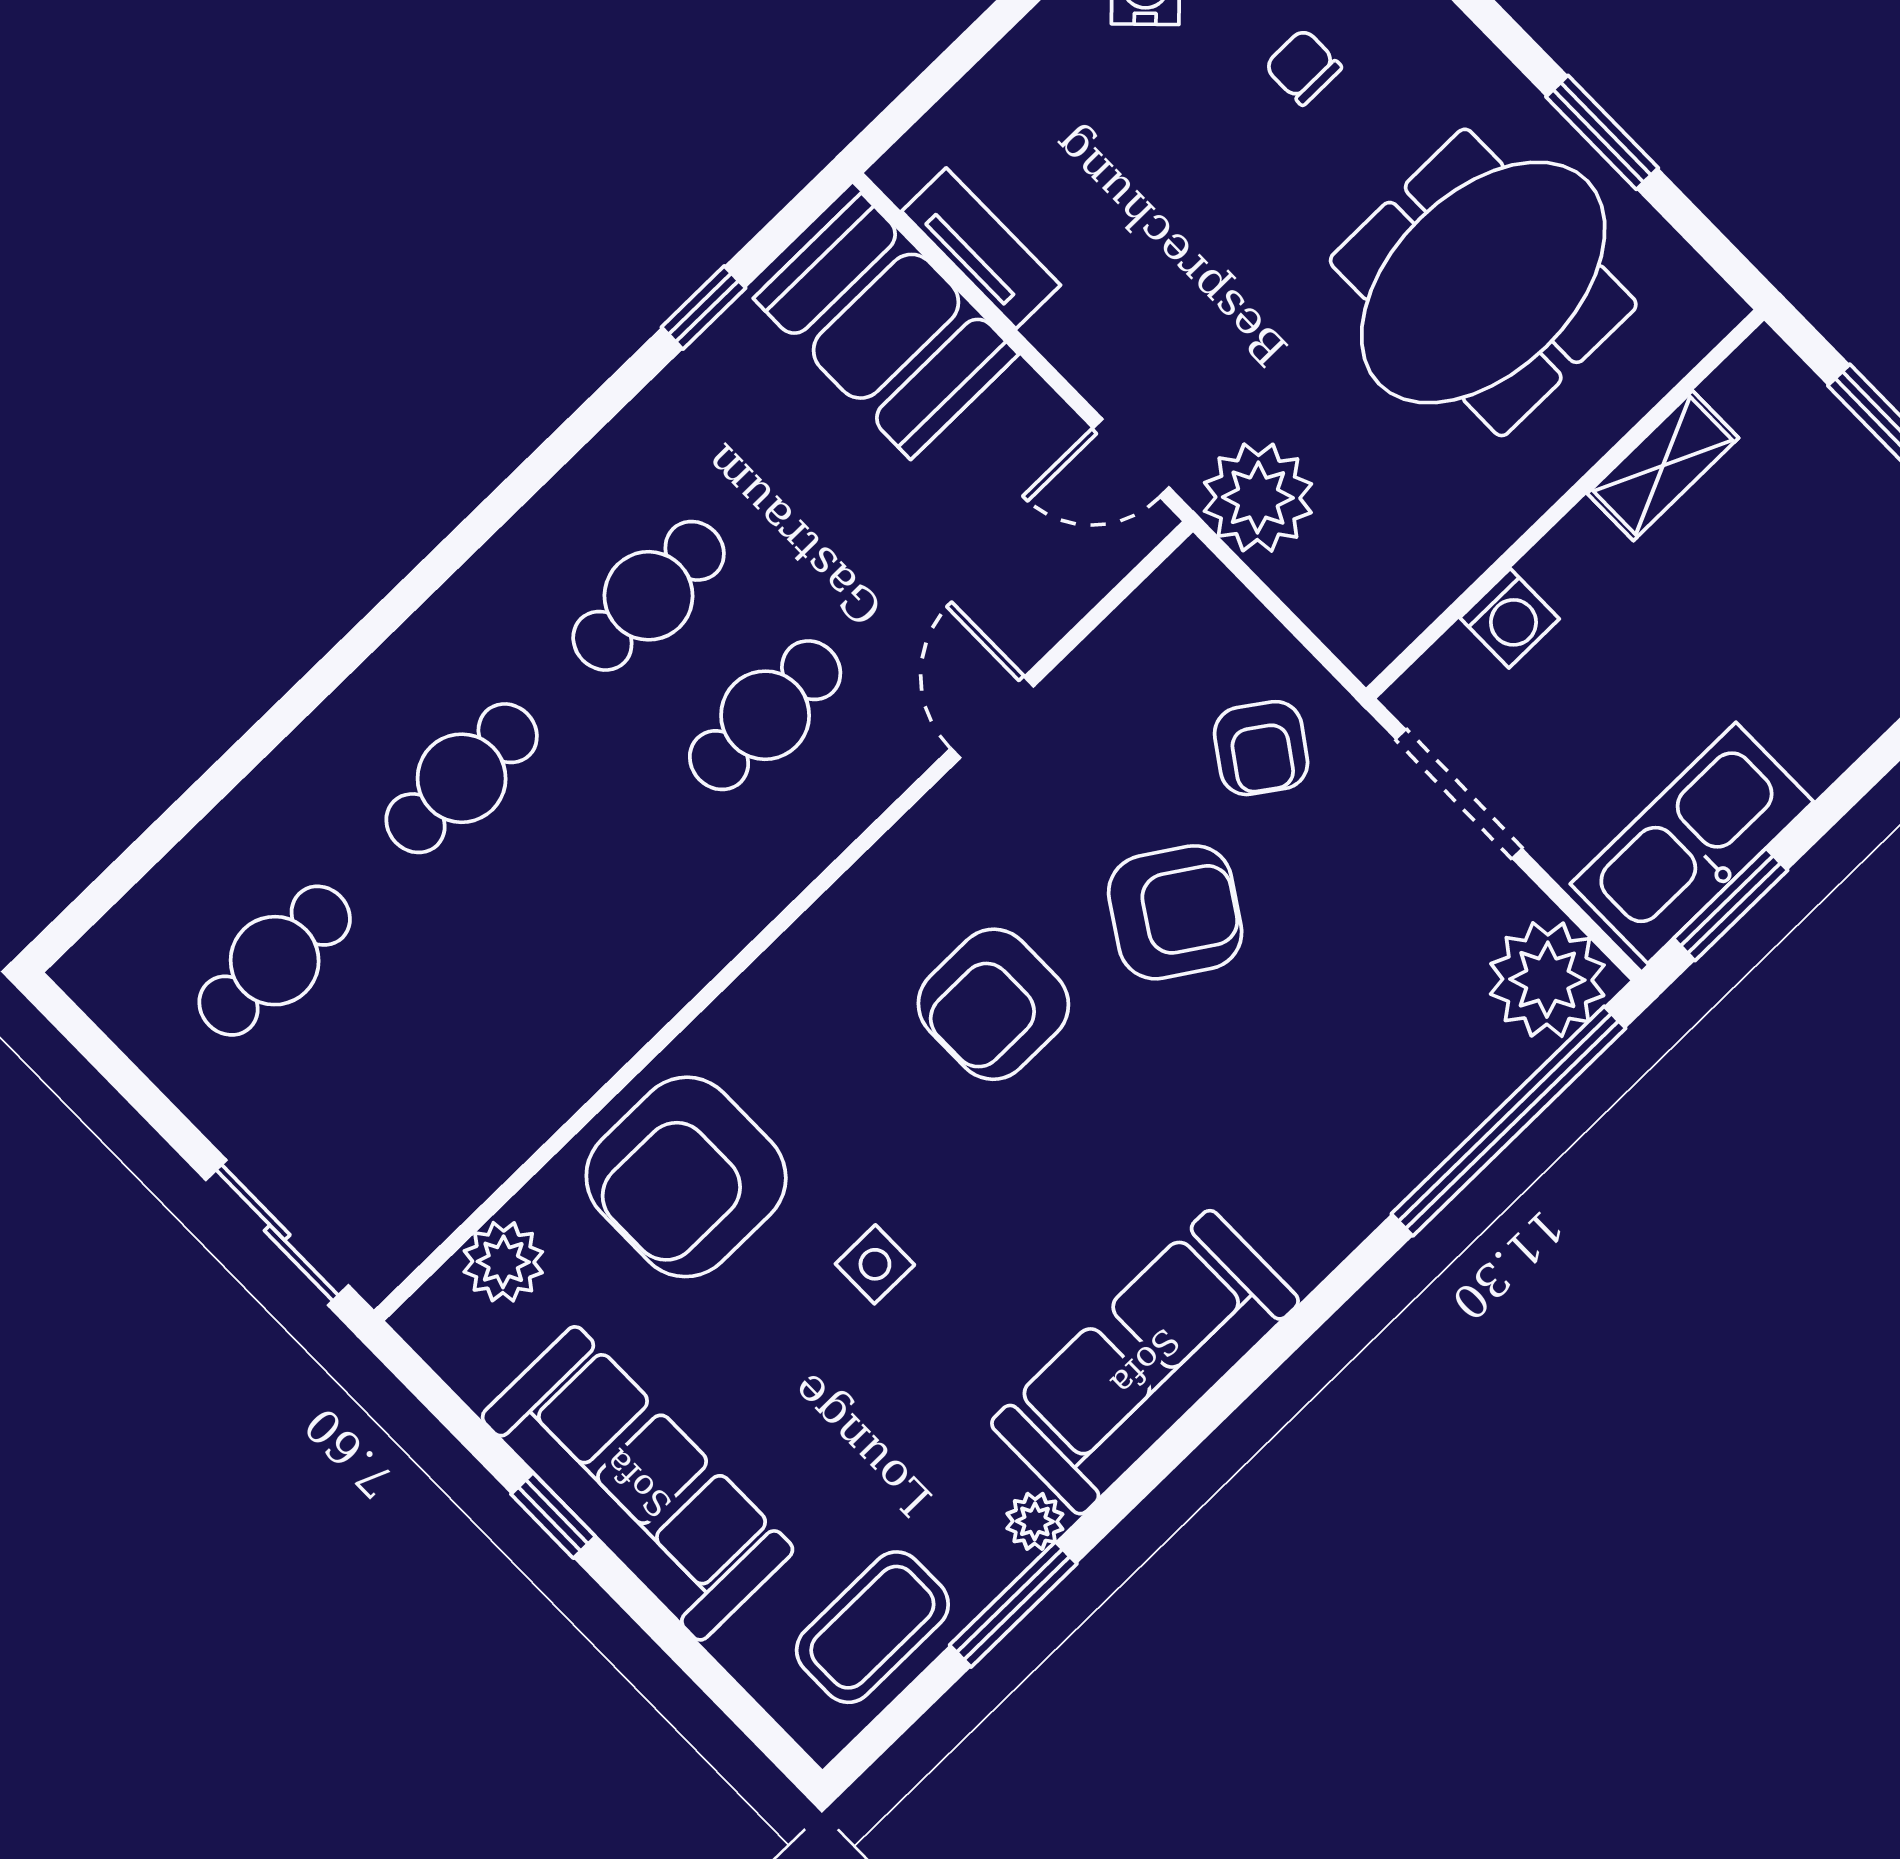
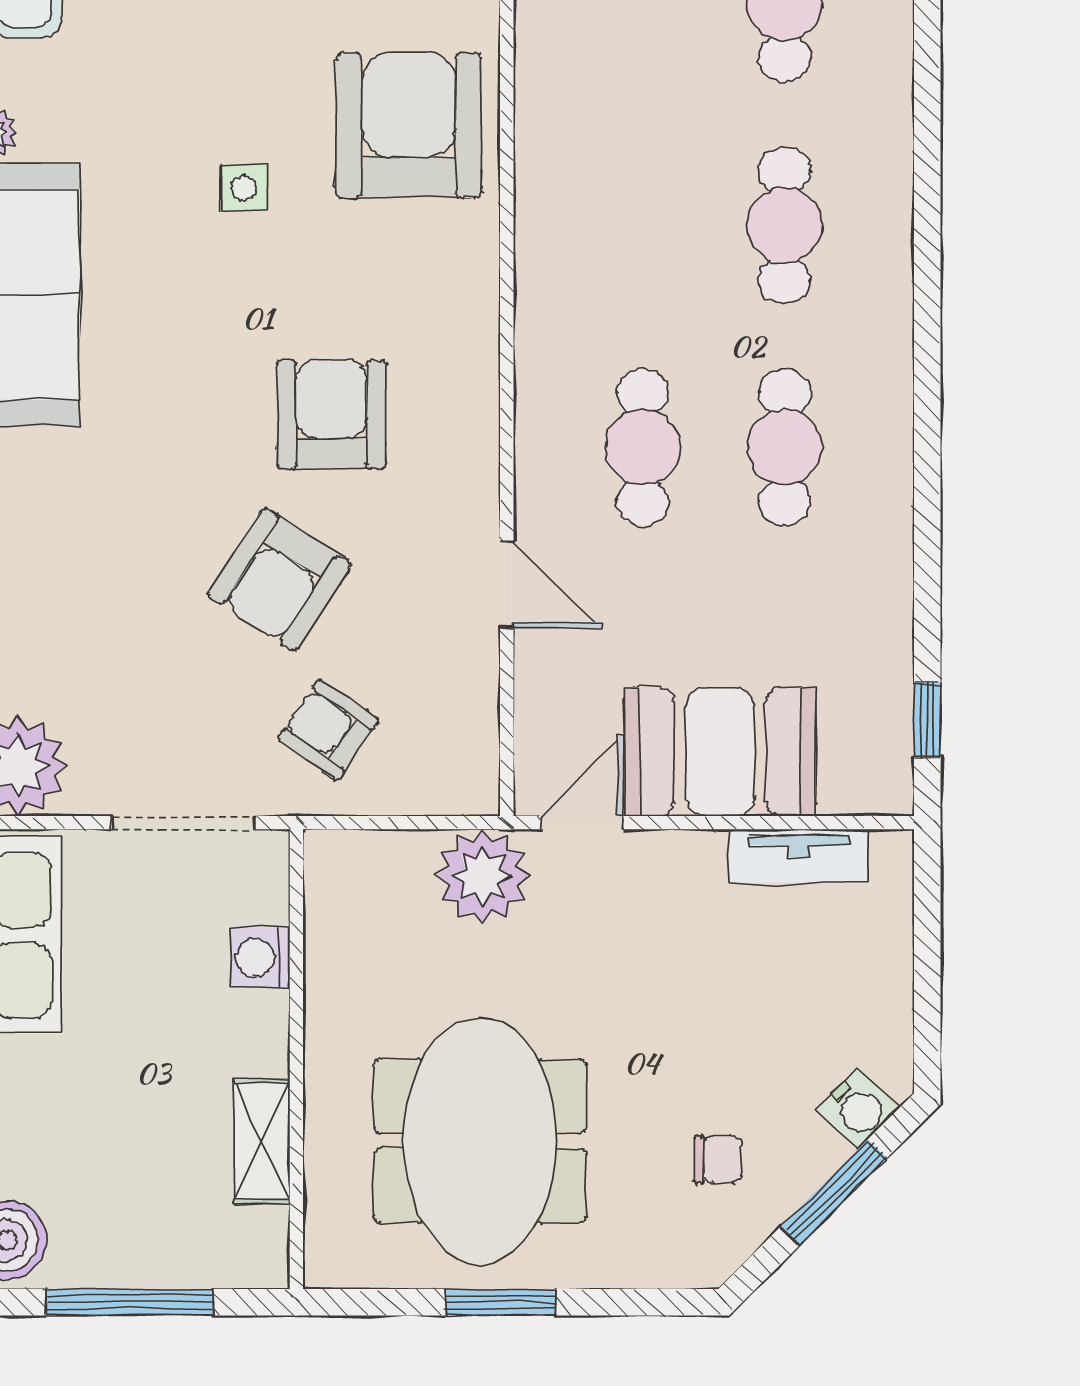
window: (704, 308) -> (927, 720), moved
booth: (886, 326) -> (720, 752), moved

